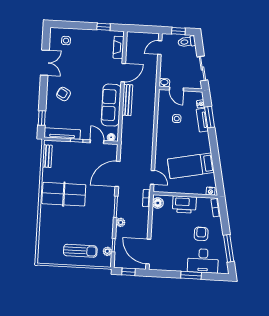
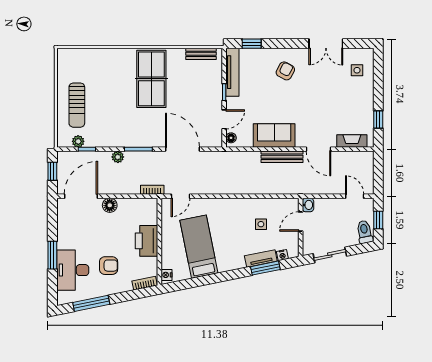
sofa: (111, 105) -> (274, 135), width x0.73
floor lamp: (158, 203) -> (110, 205), moved

